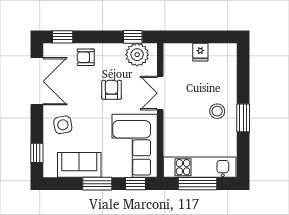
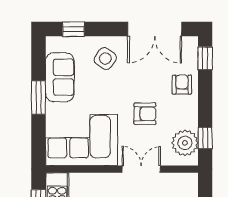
side table: (63, 125) -> (105, 59), turned 45
window: (135, 184) -> (38, 141), removed

